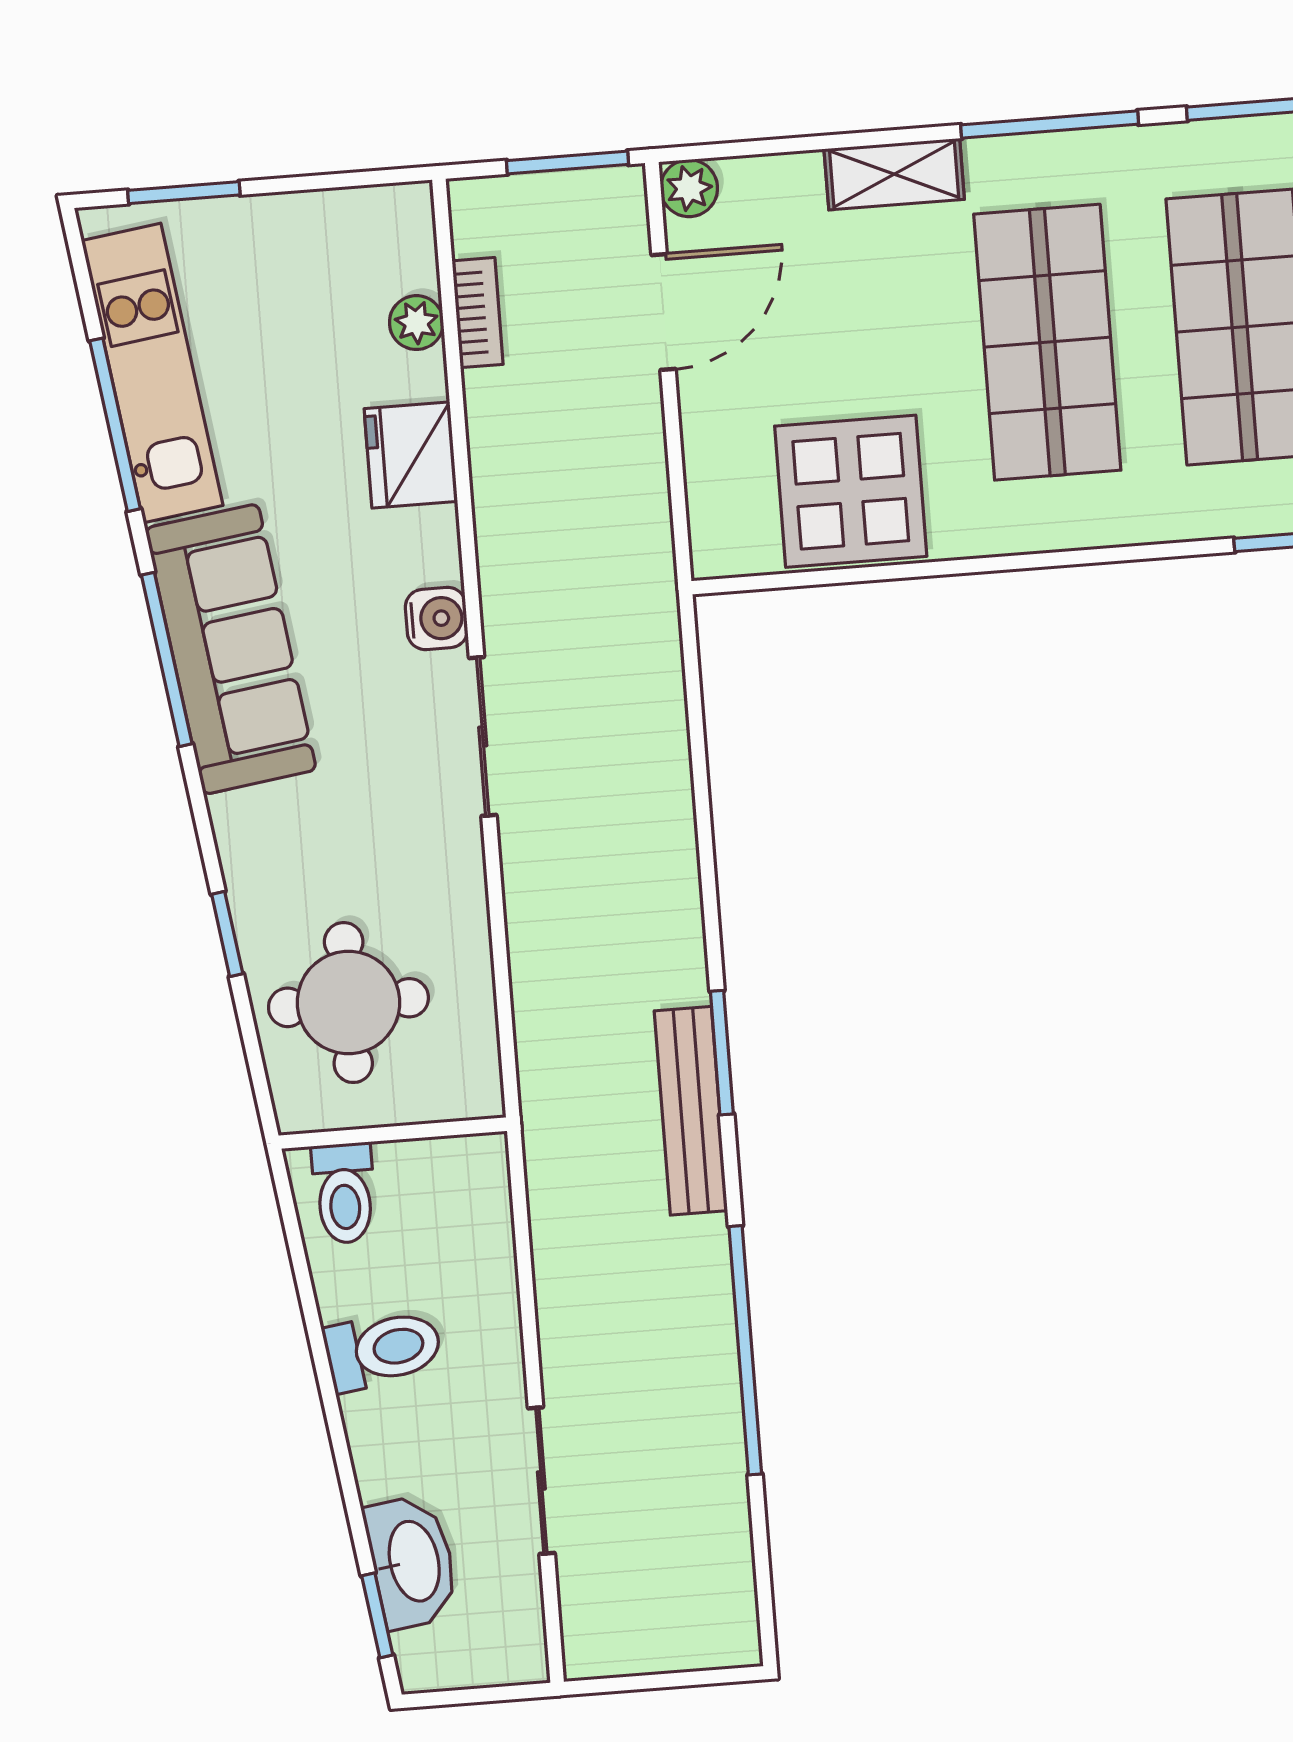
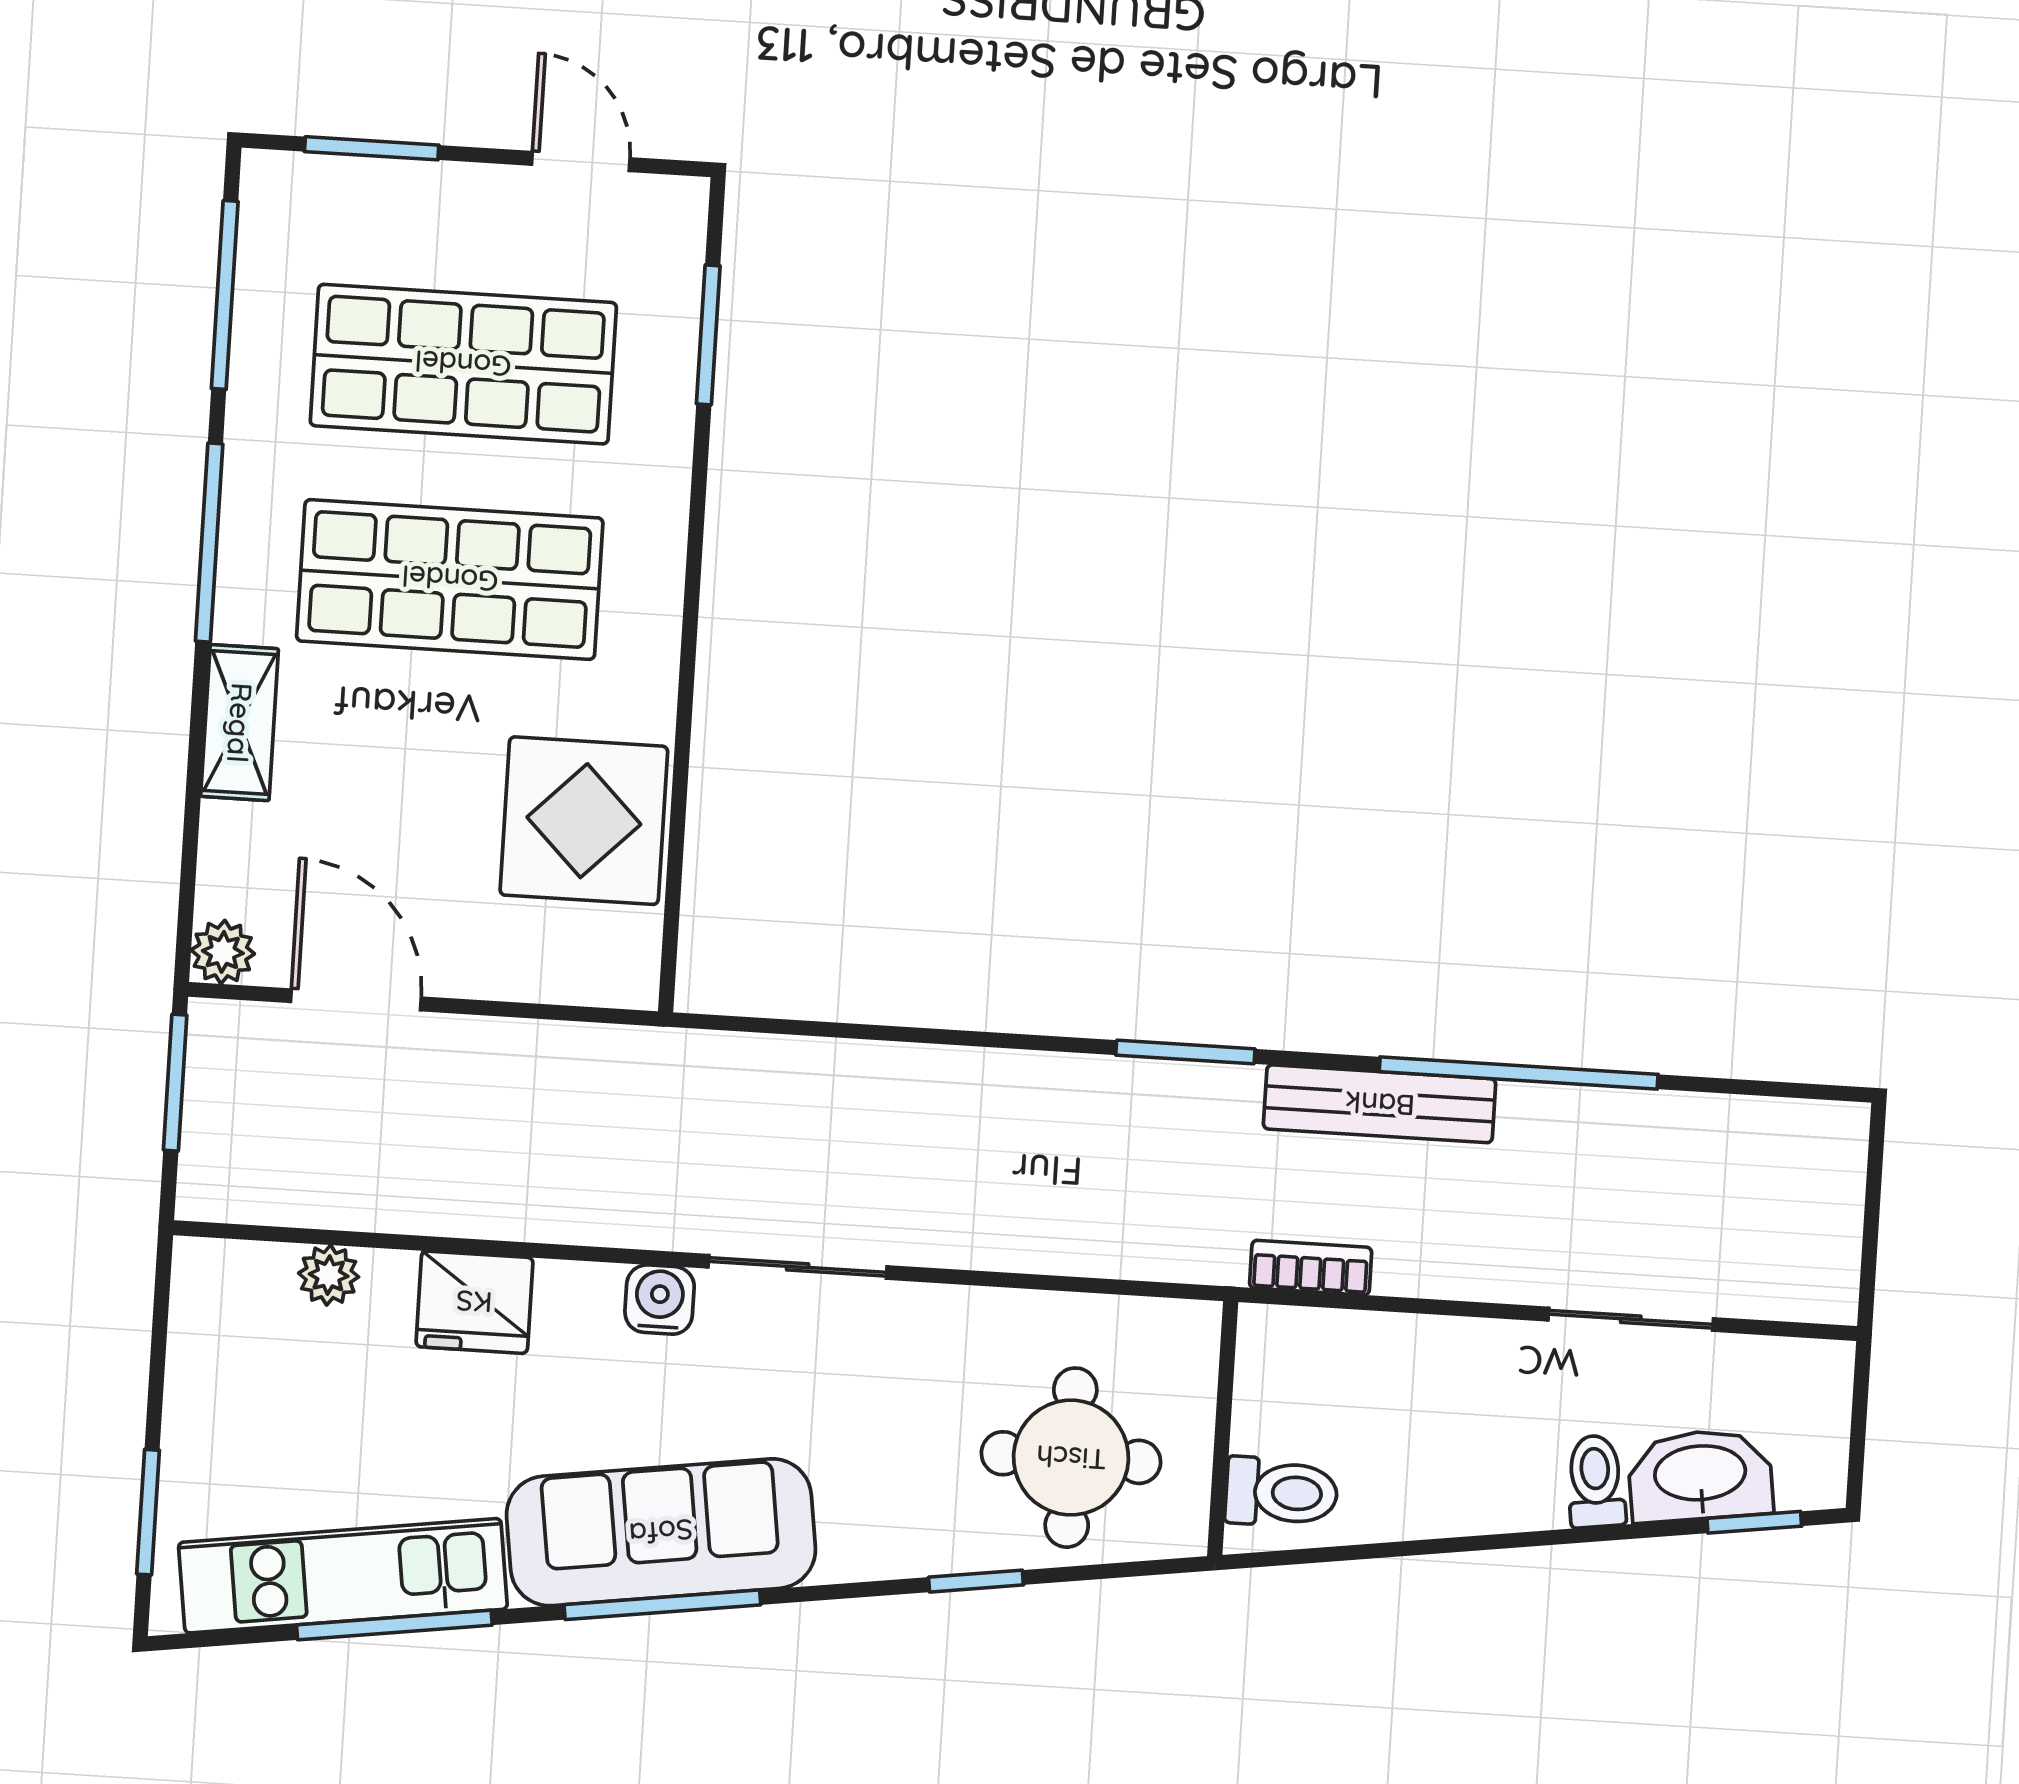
bookcase: (478, 313) -> (1311, 1268), moved
bench: (691, 1111) -> (1380, 1104), moved
toilet: (383, 1350) -> (1596, 1481), moved, width x0.73, depth x0.72

